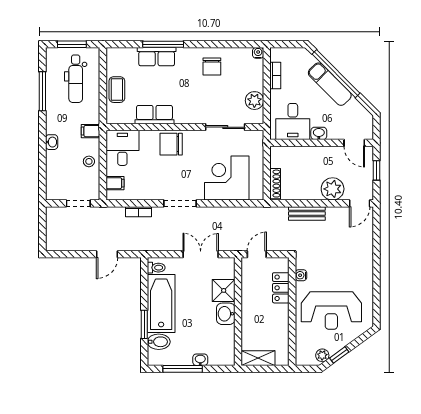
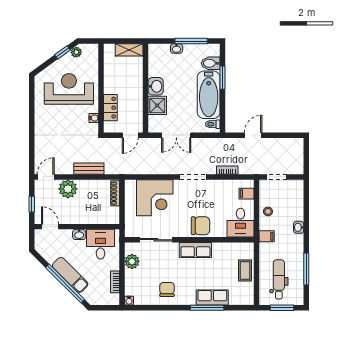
row of seats: (154, 115) -> (195, 250), moved

